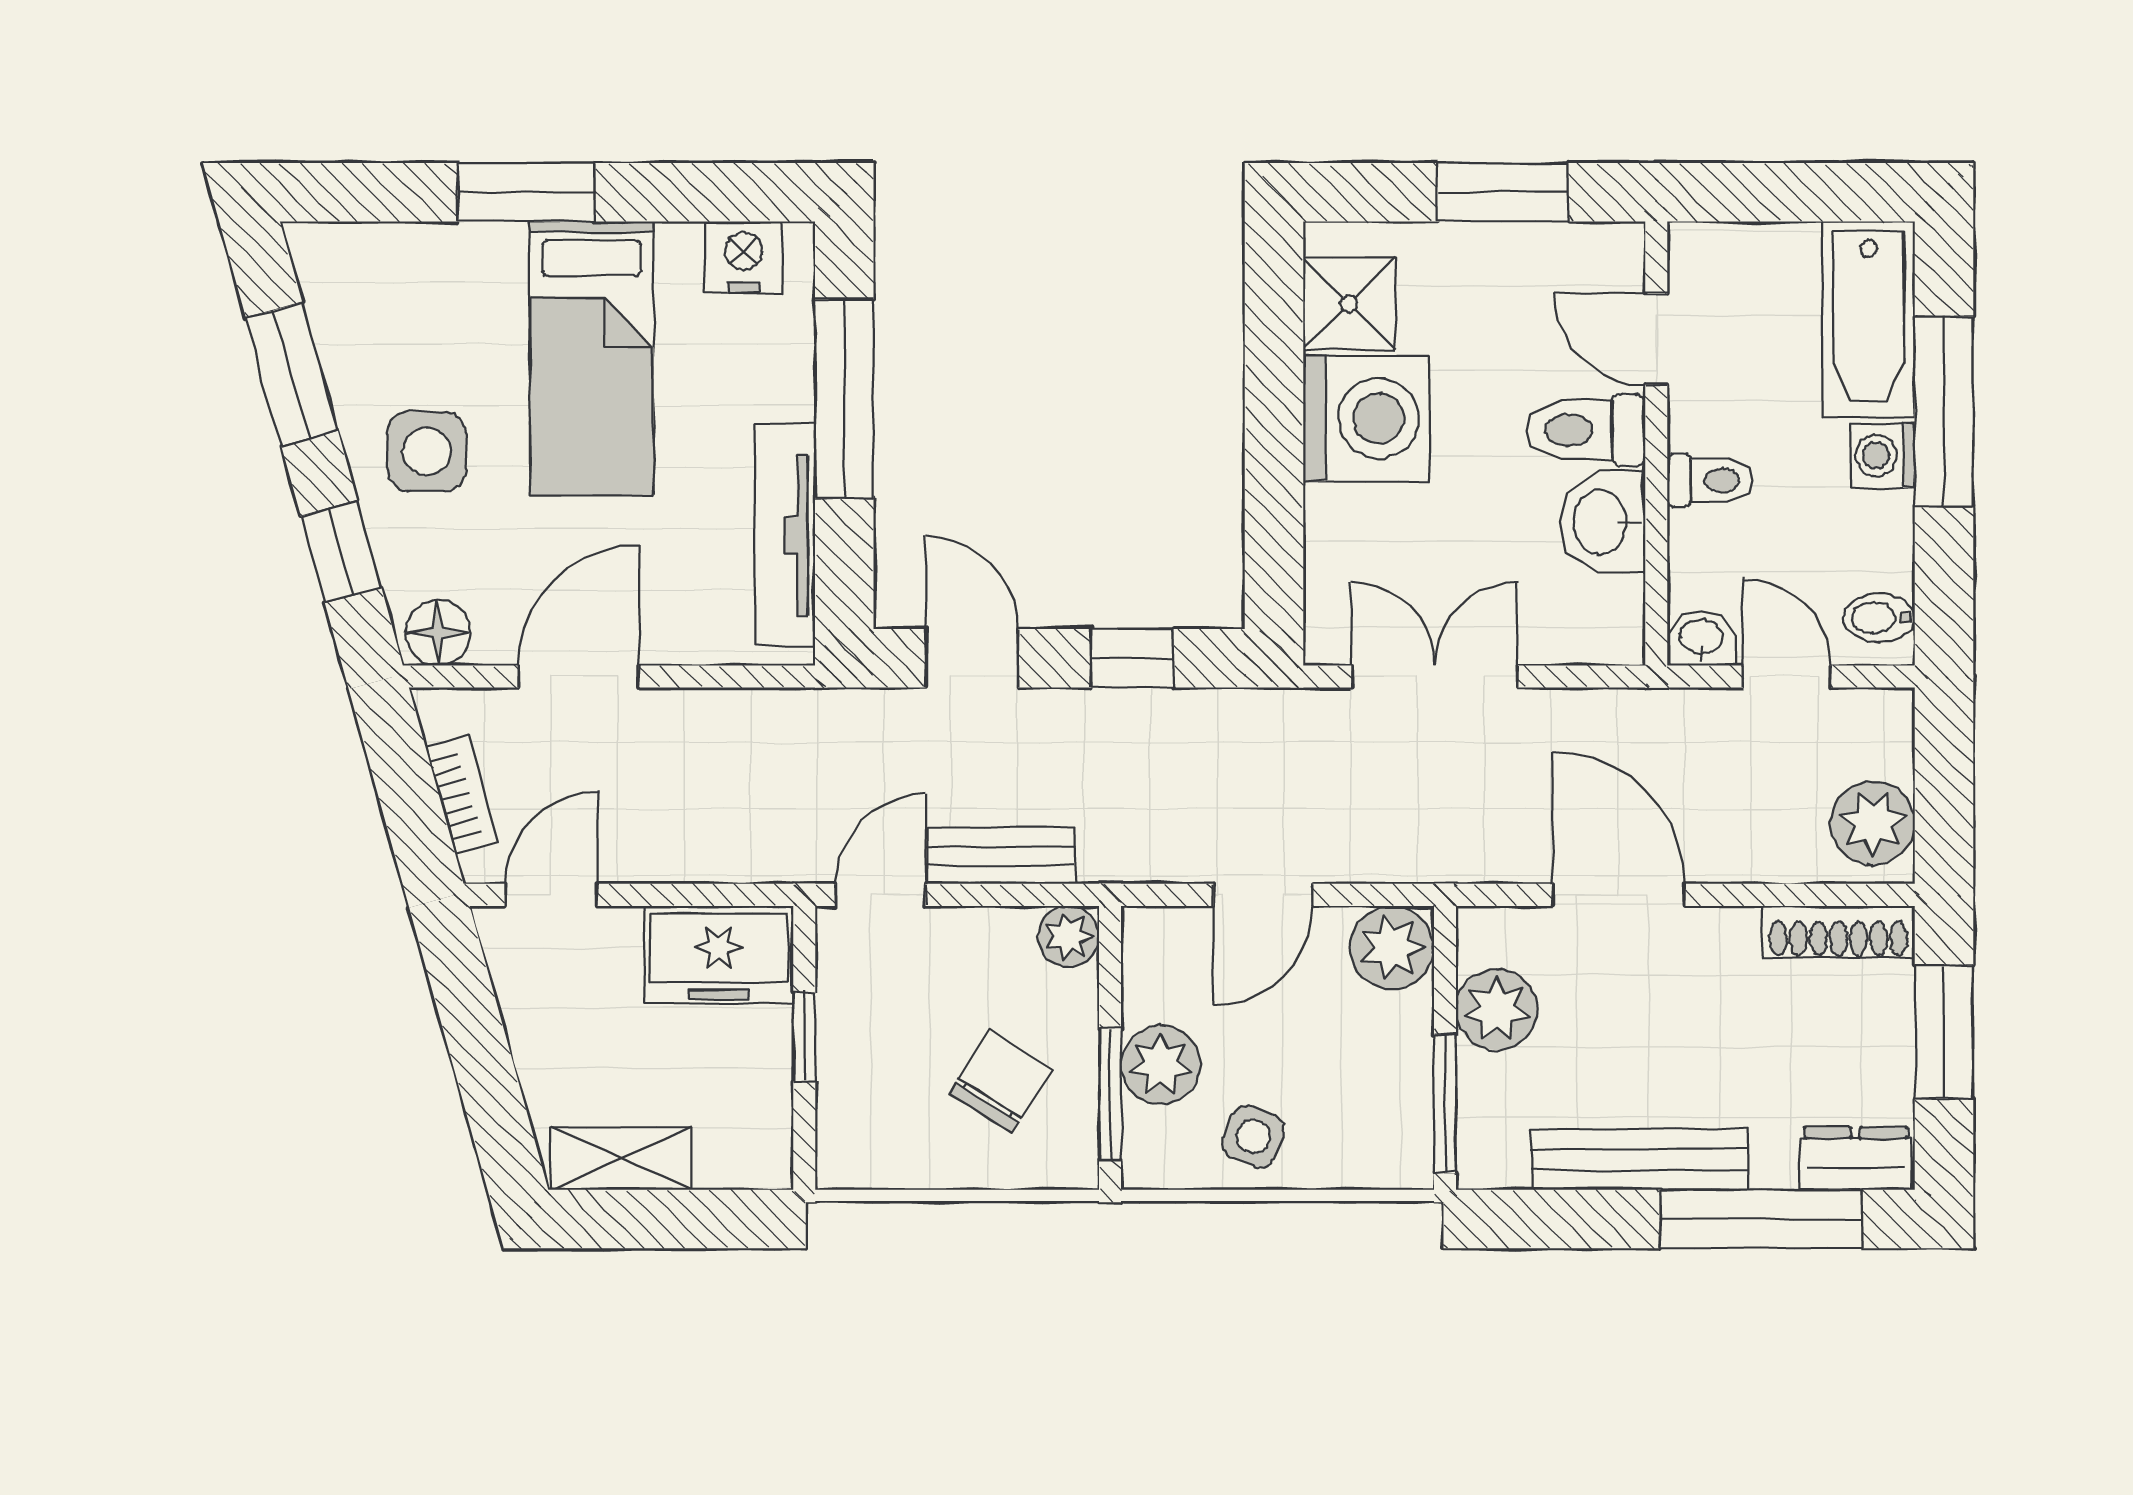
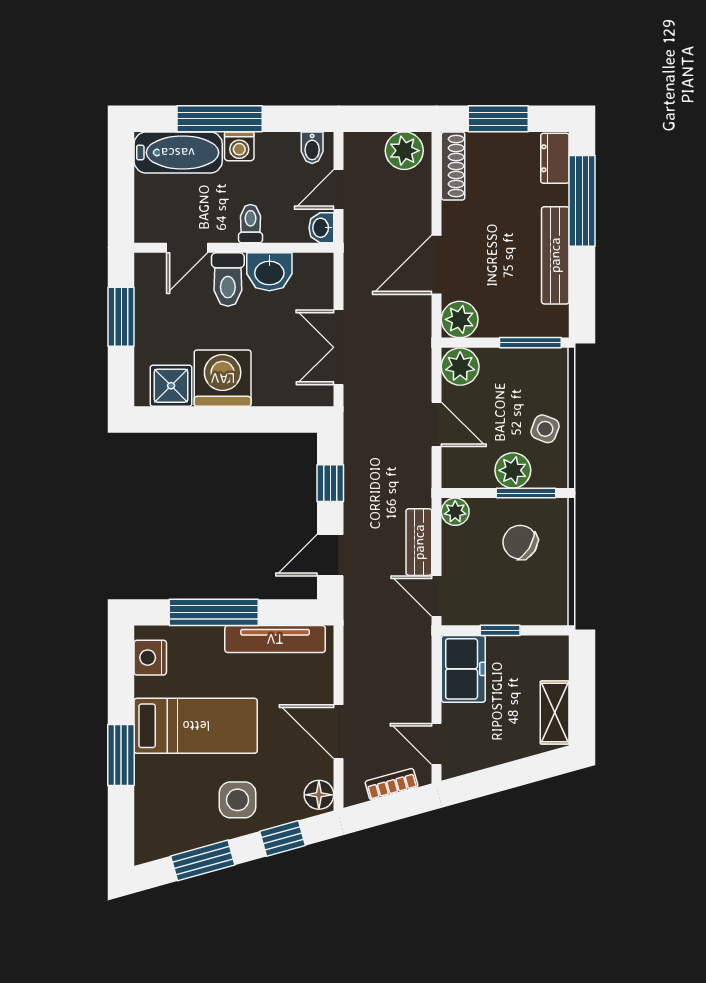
plant: (1497, 1010) -> (460, 319), moved

